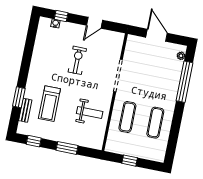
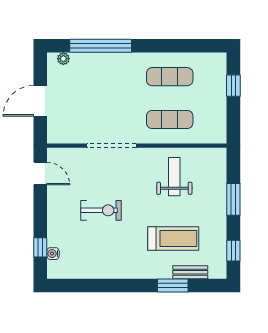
door: (95, 23) -> (40, 174), moved
exercise bike: (77, 60) -> (101, 210), turned 180
window: (130, 161) -> (233, 86), moved

